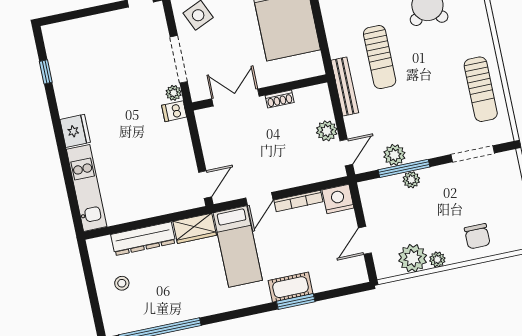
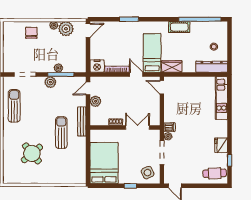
cafe table: (69, 41) -> (215, 173), added
double door: (236, 98) -> (138, 128), swing flipped
fridge: (75, 131) -> (221, 145), moved
plant: (394, 155) -> (50, 82), moved
door: (205, 184) -> (162, 87), hinge flipped
door: (259, 199) -> (136, 74), hinge flipped
dresser: (143, 239) -> (212, 67), moved
door: (365, 240) -> (88, 30), moved
cot: (290, 287) -> (179, 27), moved

